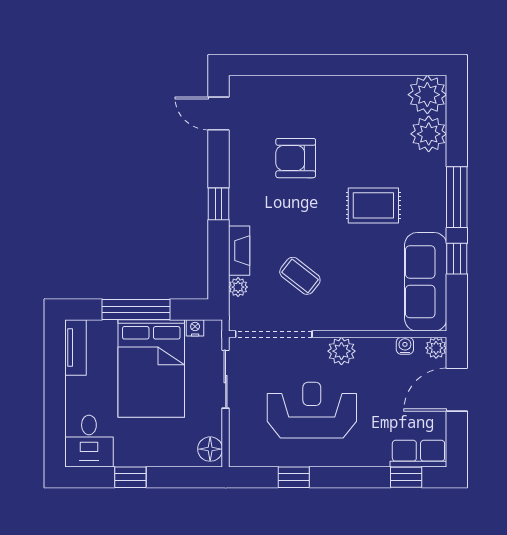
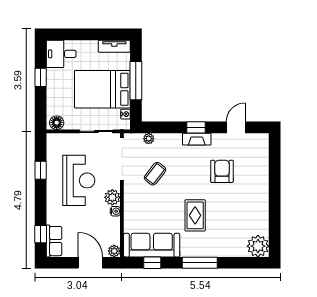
door: (218, 113) -> (236, 127), moved
plant: (429, 134) -> (236, 247), removed
fireplace: (239, 251) -> (197, 139), moved
window: (457, 259) -> (152, 263), moved
water cooler: (405, 346) -> (115, 211), moved

